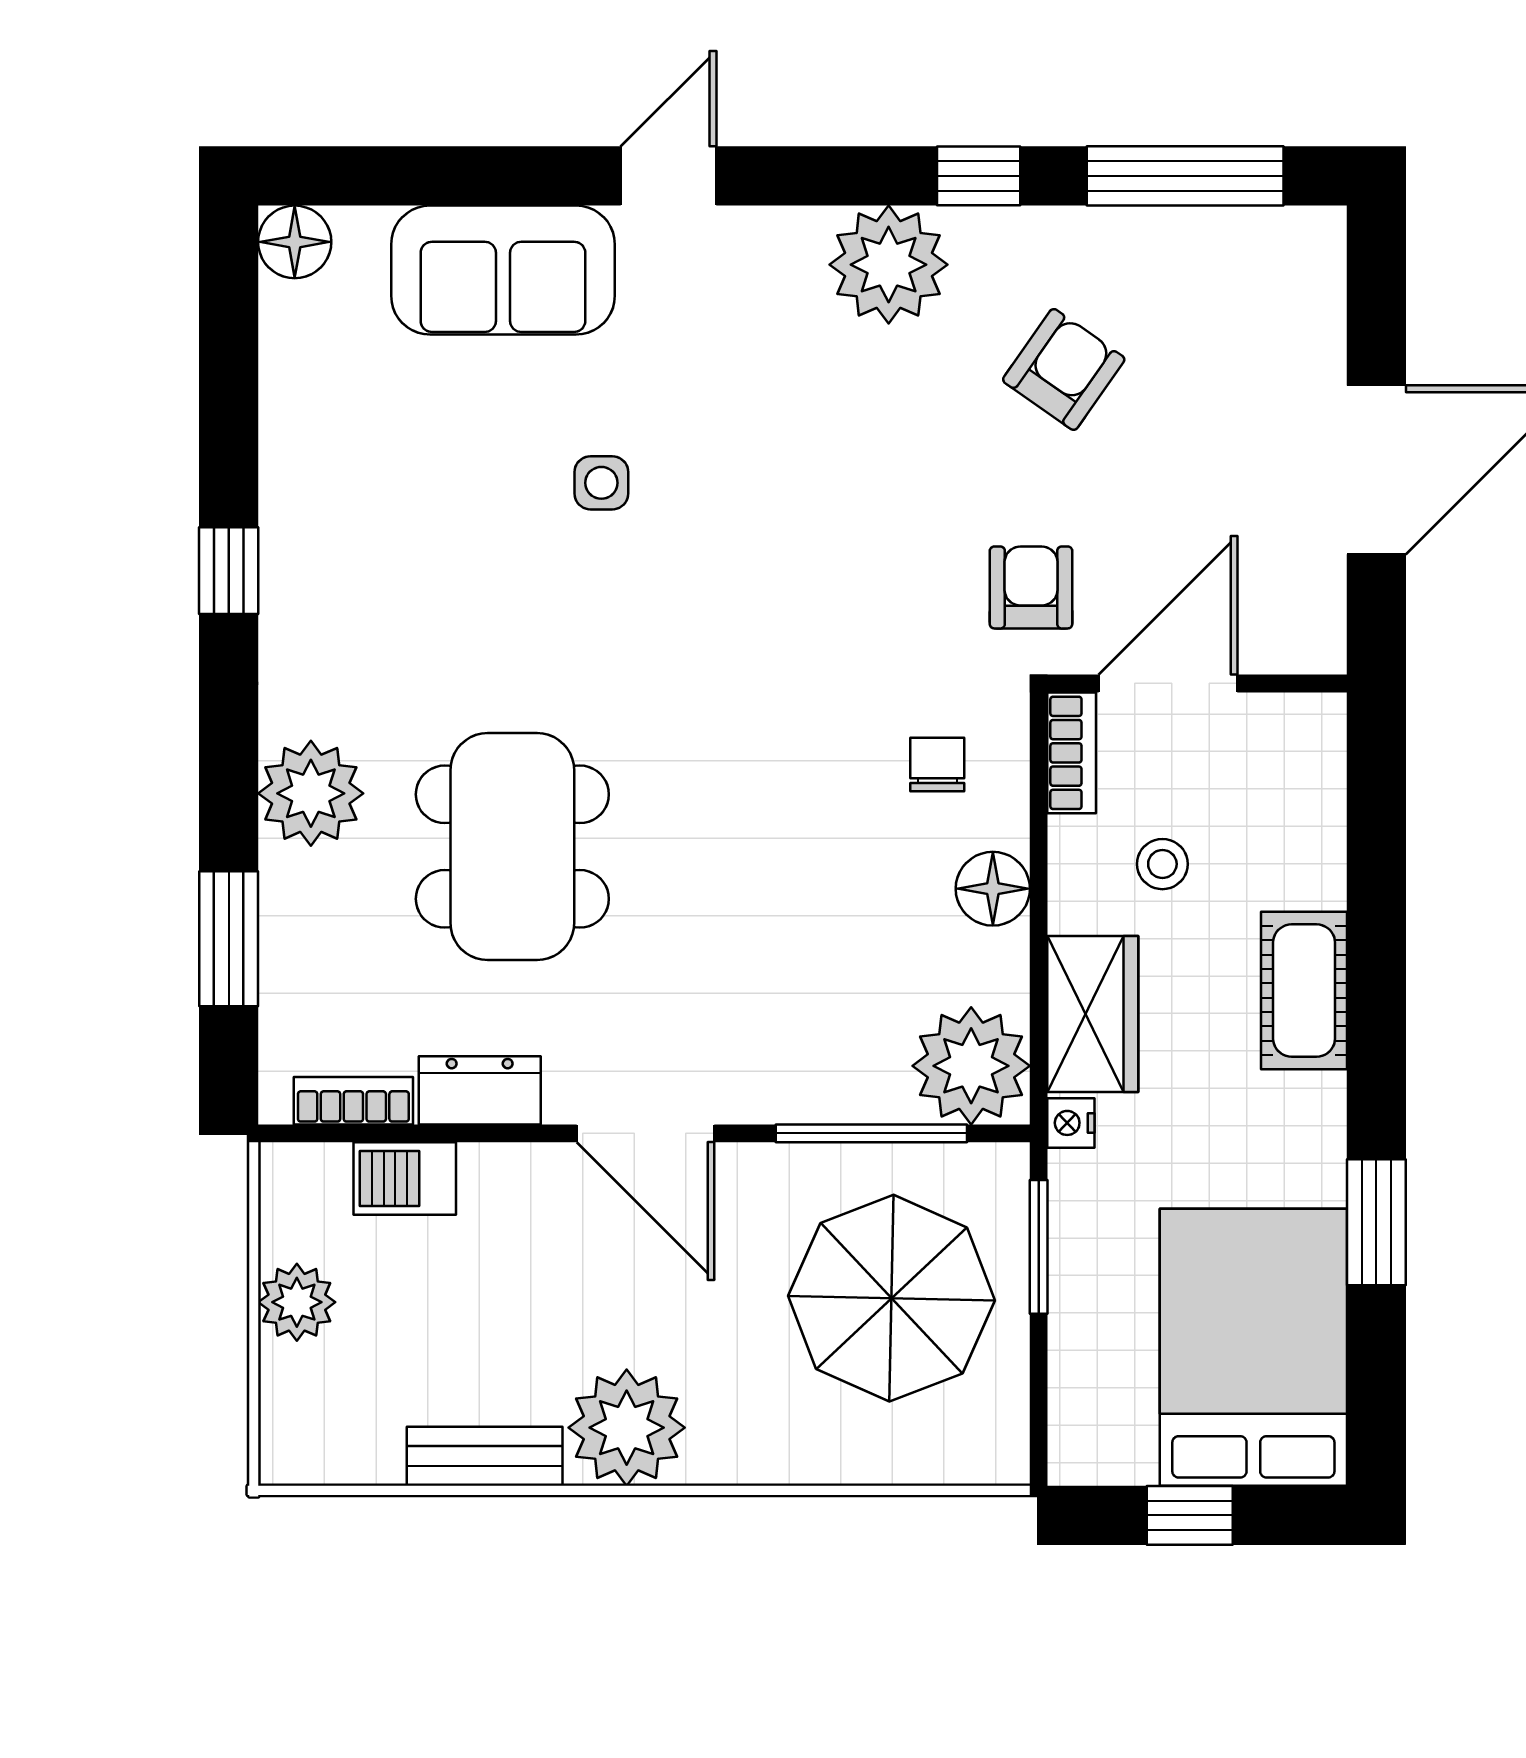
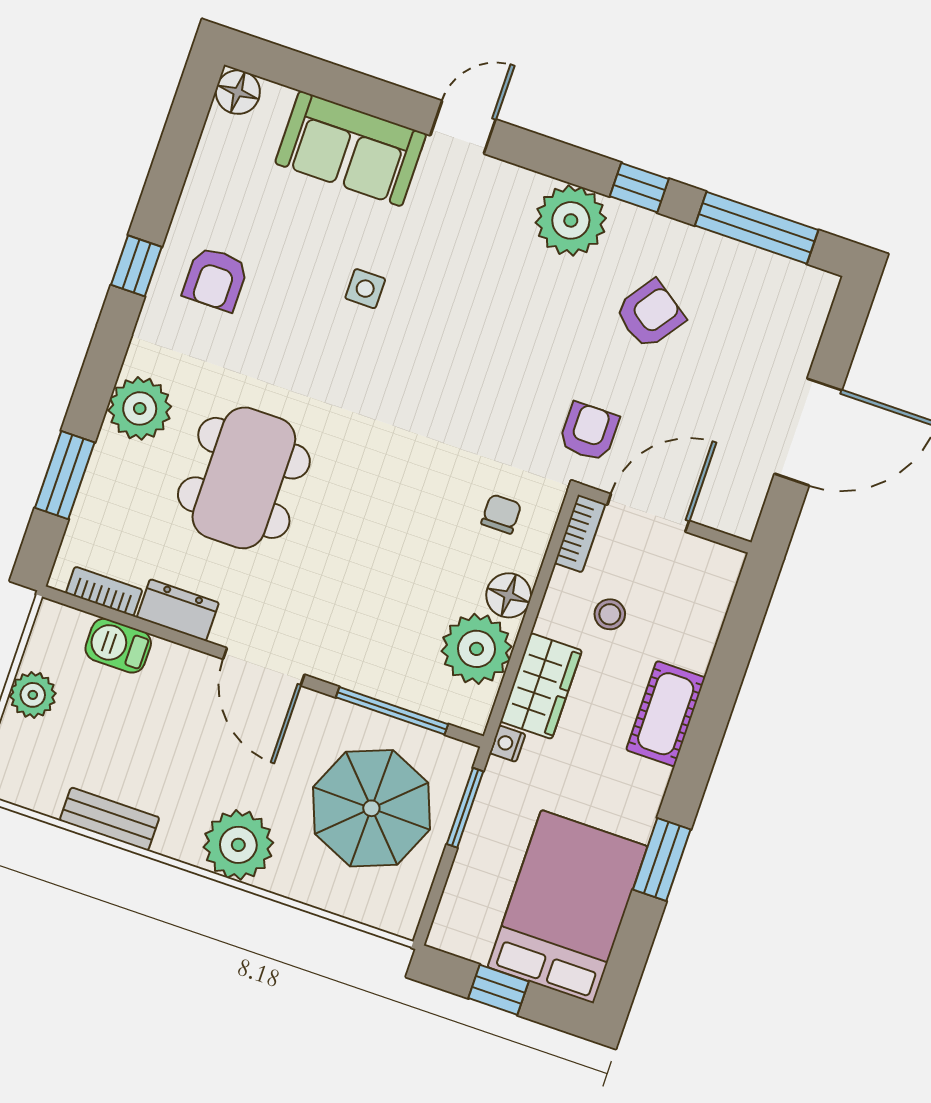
armchair: (360, 548) -> (215, 279), added
plant: (971, 1066) -> (477, 649), moved
plant: (627, 1428) -> (238, 845), moved

